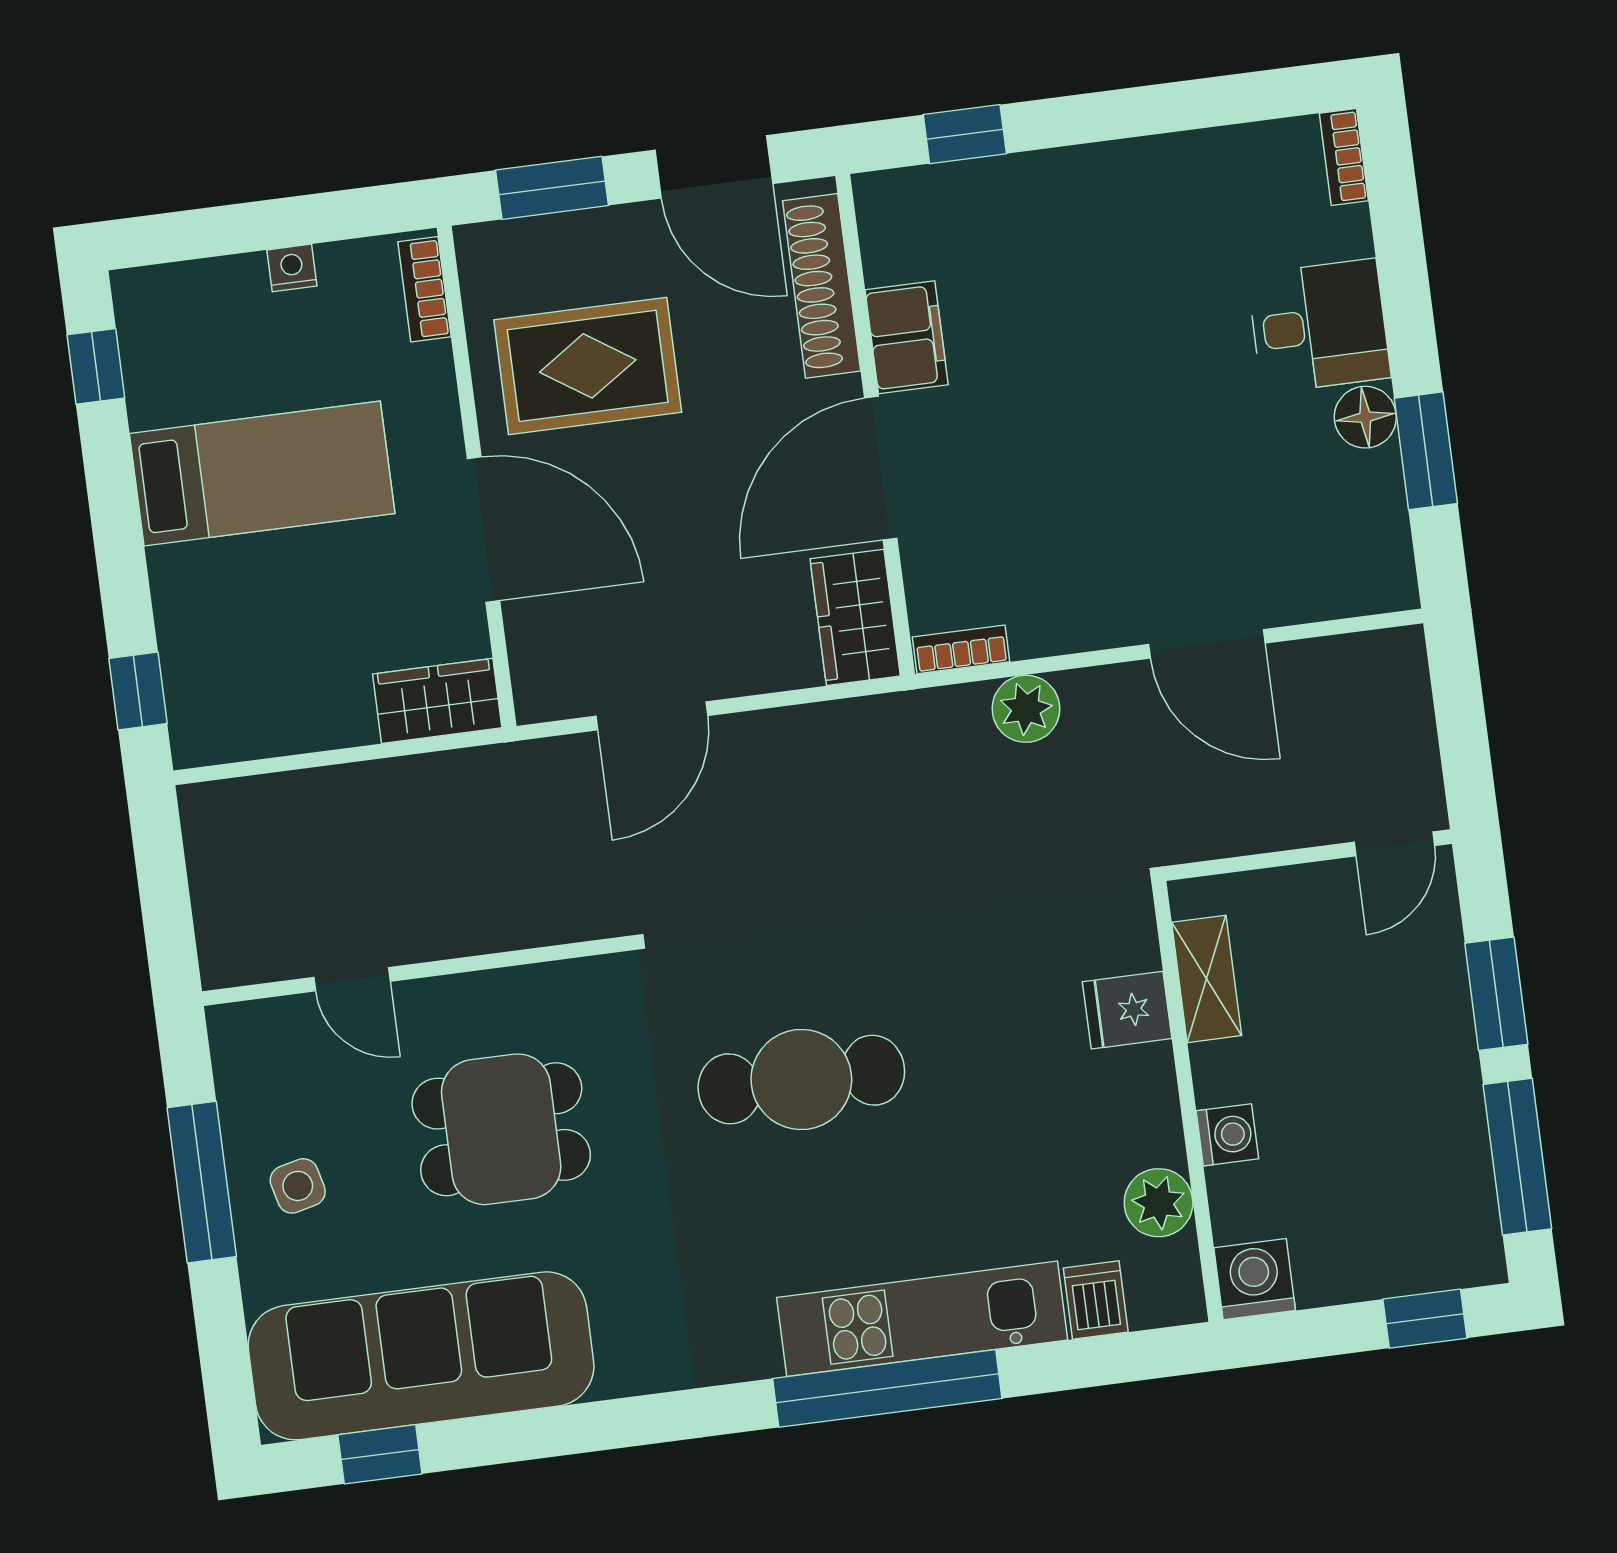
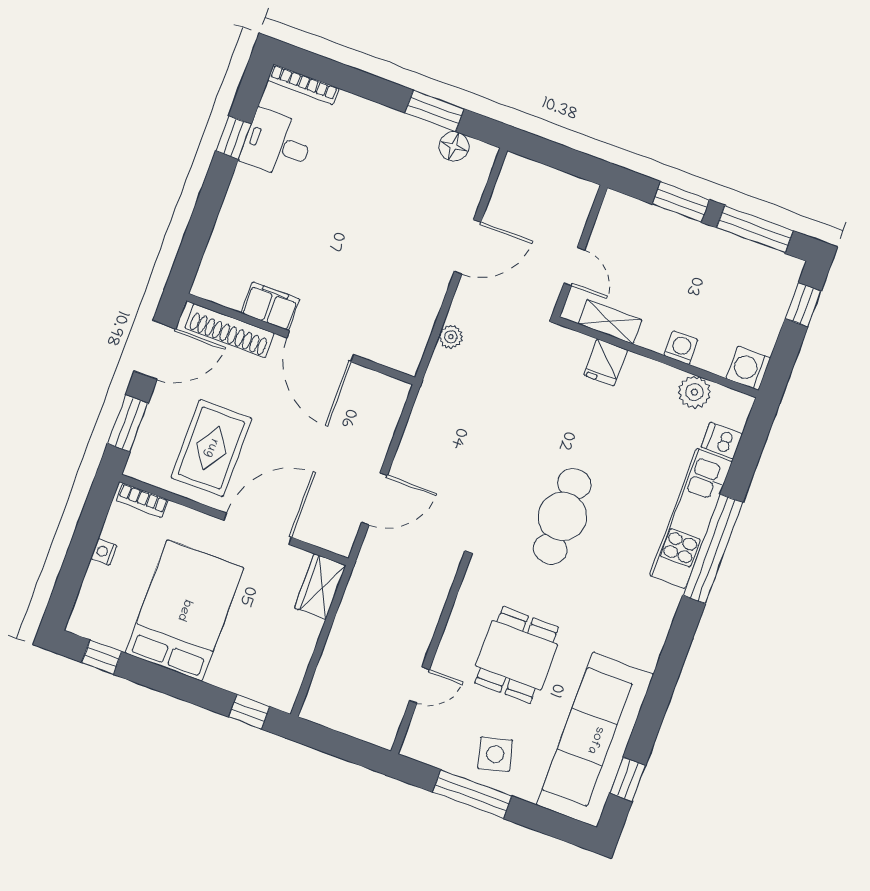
window: (965, 134) -> (233, 138), moved
bookcase: (1344, 157) -> (303, 84), width x1.56
desk: (1319, 326) -> (277, 144), moved, turned -90
floor lamp: (1365, 417) -> (454, 146), moved
bed: (262, 474) -> (184, 610), width x1.50
wardrobe: (855, 617) -> (378, 390), removed
bookcase: (961, 649) -> (415, 353), removed
plant: (1026, 709) -> (451, 337), width x0.73, depth x0.73
door: (652, 716) -> (374, 499), hinge flipped
door: (1394, 844) -> (574, 266), moved
side table: (298, 1186) -> (495, 754), width x1.37, depth x1.37

